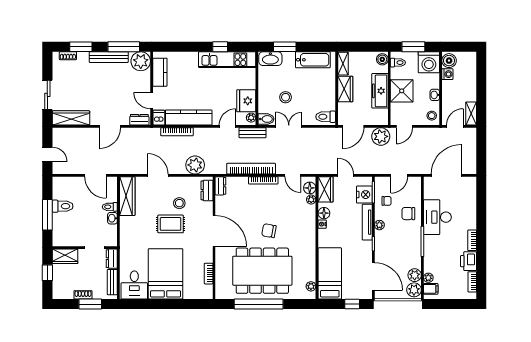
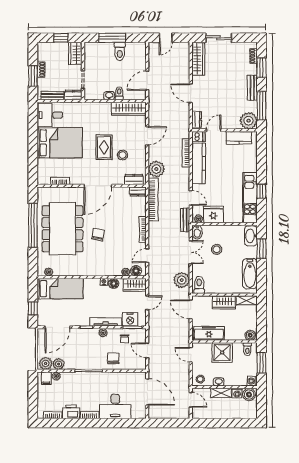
bench: (109, 57) -> (252, 88), width x0.73
washing machine: (429, 62) -> (252, 381), width x0.53, depth x0.53
freezer: (380, 91) -> (209, 333), moved
shelving: (471, 114) -> (221, 393), moved
plant: (381, 136) -> (182, 280), moved
bookcase: (251, 169) -> (153, 200), moved
desk: (437, 217) -> (115, 406), moved, turned 180

